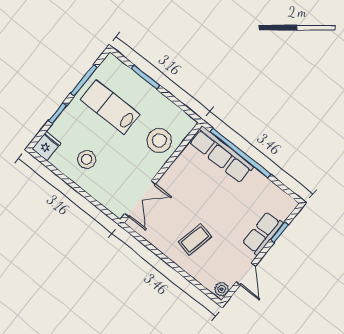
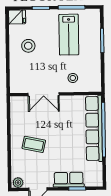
lab bench: (110, 107) -> (69, 35), turned 180
stool: (159, 141) -> (73, 78), width x0.53, depth x0.53
row of seats: (221, 155) -> (94, 128), width x1.36
double door: (140, 199) -> (44, 94), moved

